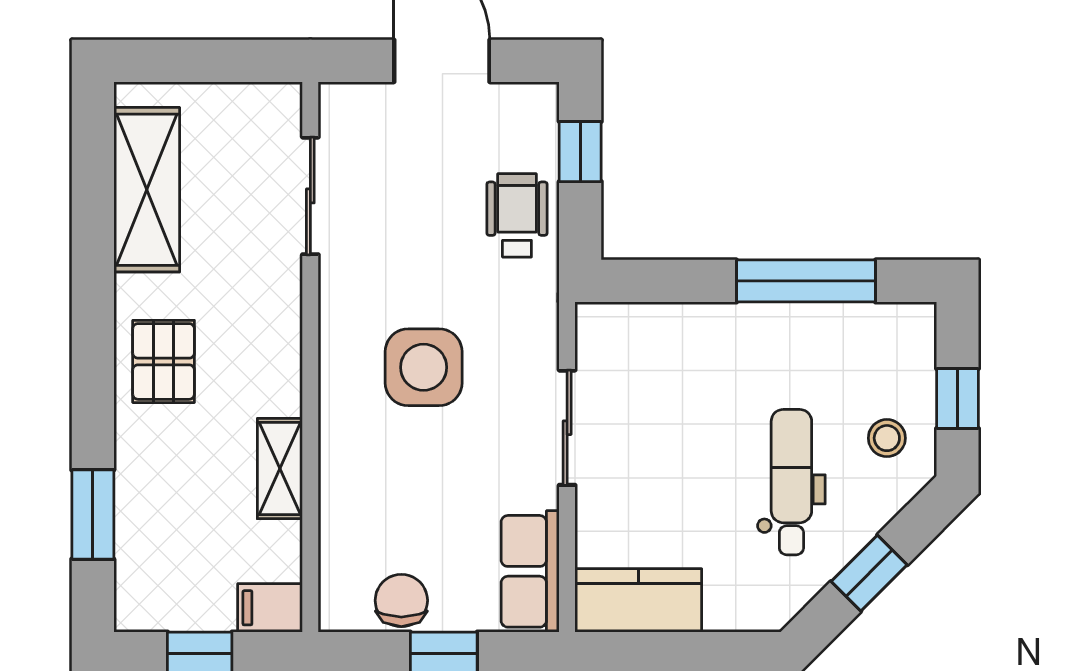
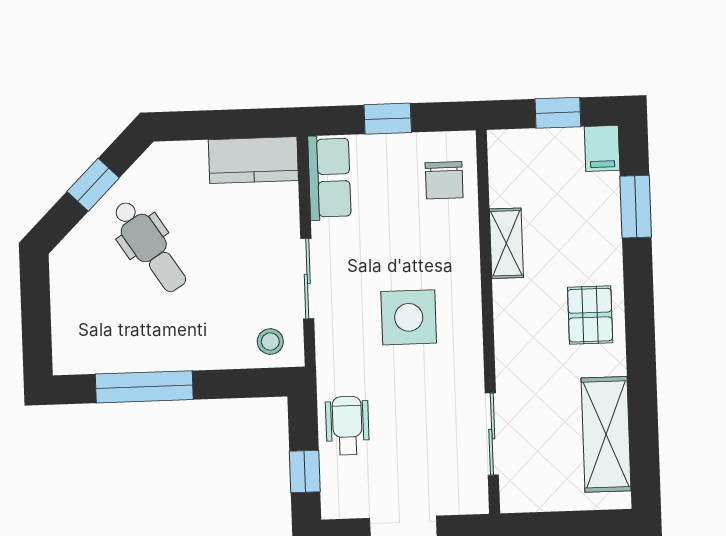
wheelchair: (517, 215) -> (347, 426), turned 180
window: (958, 398) -> (36, 309), removed
stool: (887, 438) -> (270, 341), moved
dental chair: (791, 482) -> (150, 246), turned -33
chair: (401, 600) -> (444, 180), moved
filing cabinet: (270, 608) -> (602, 148), moved, turned 90

